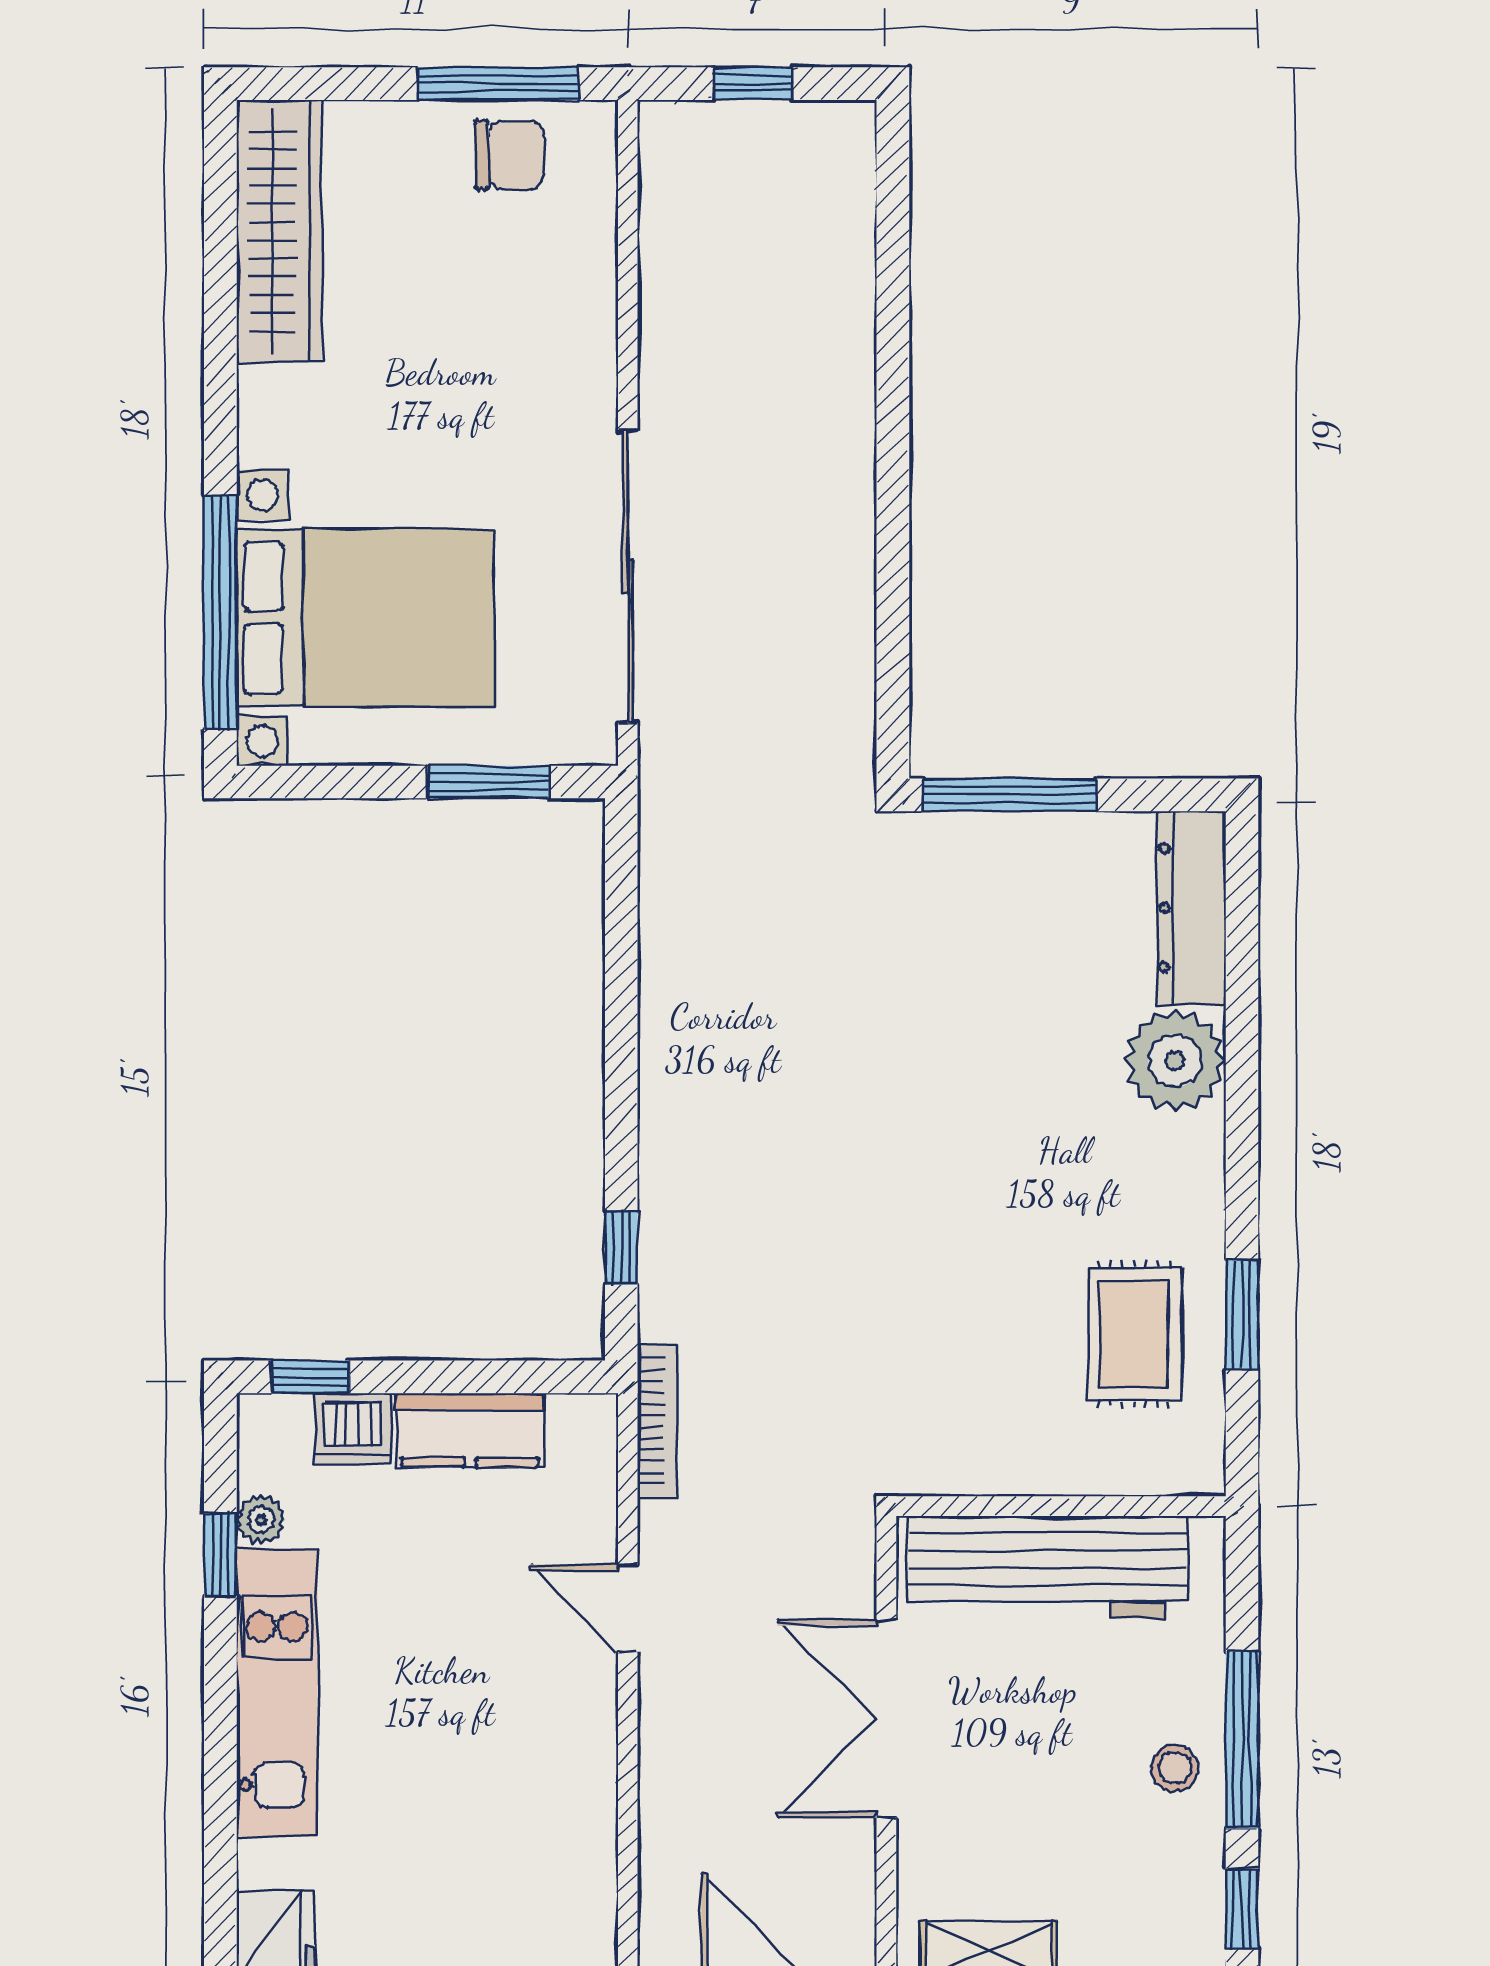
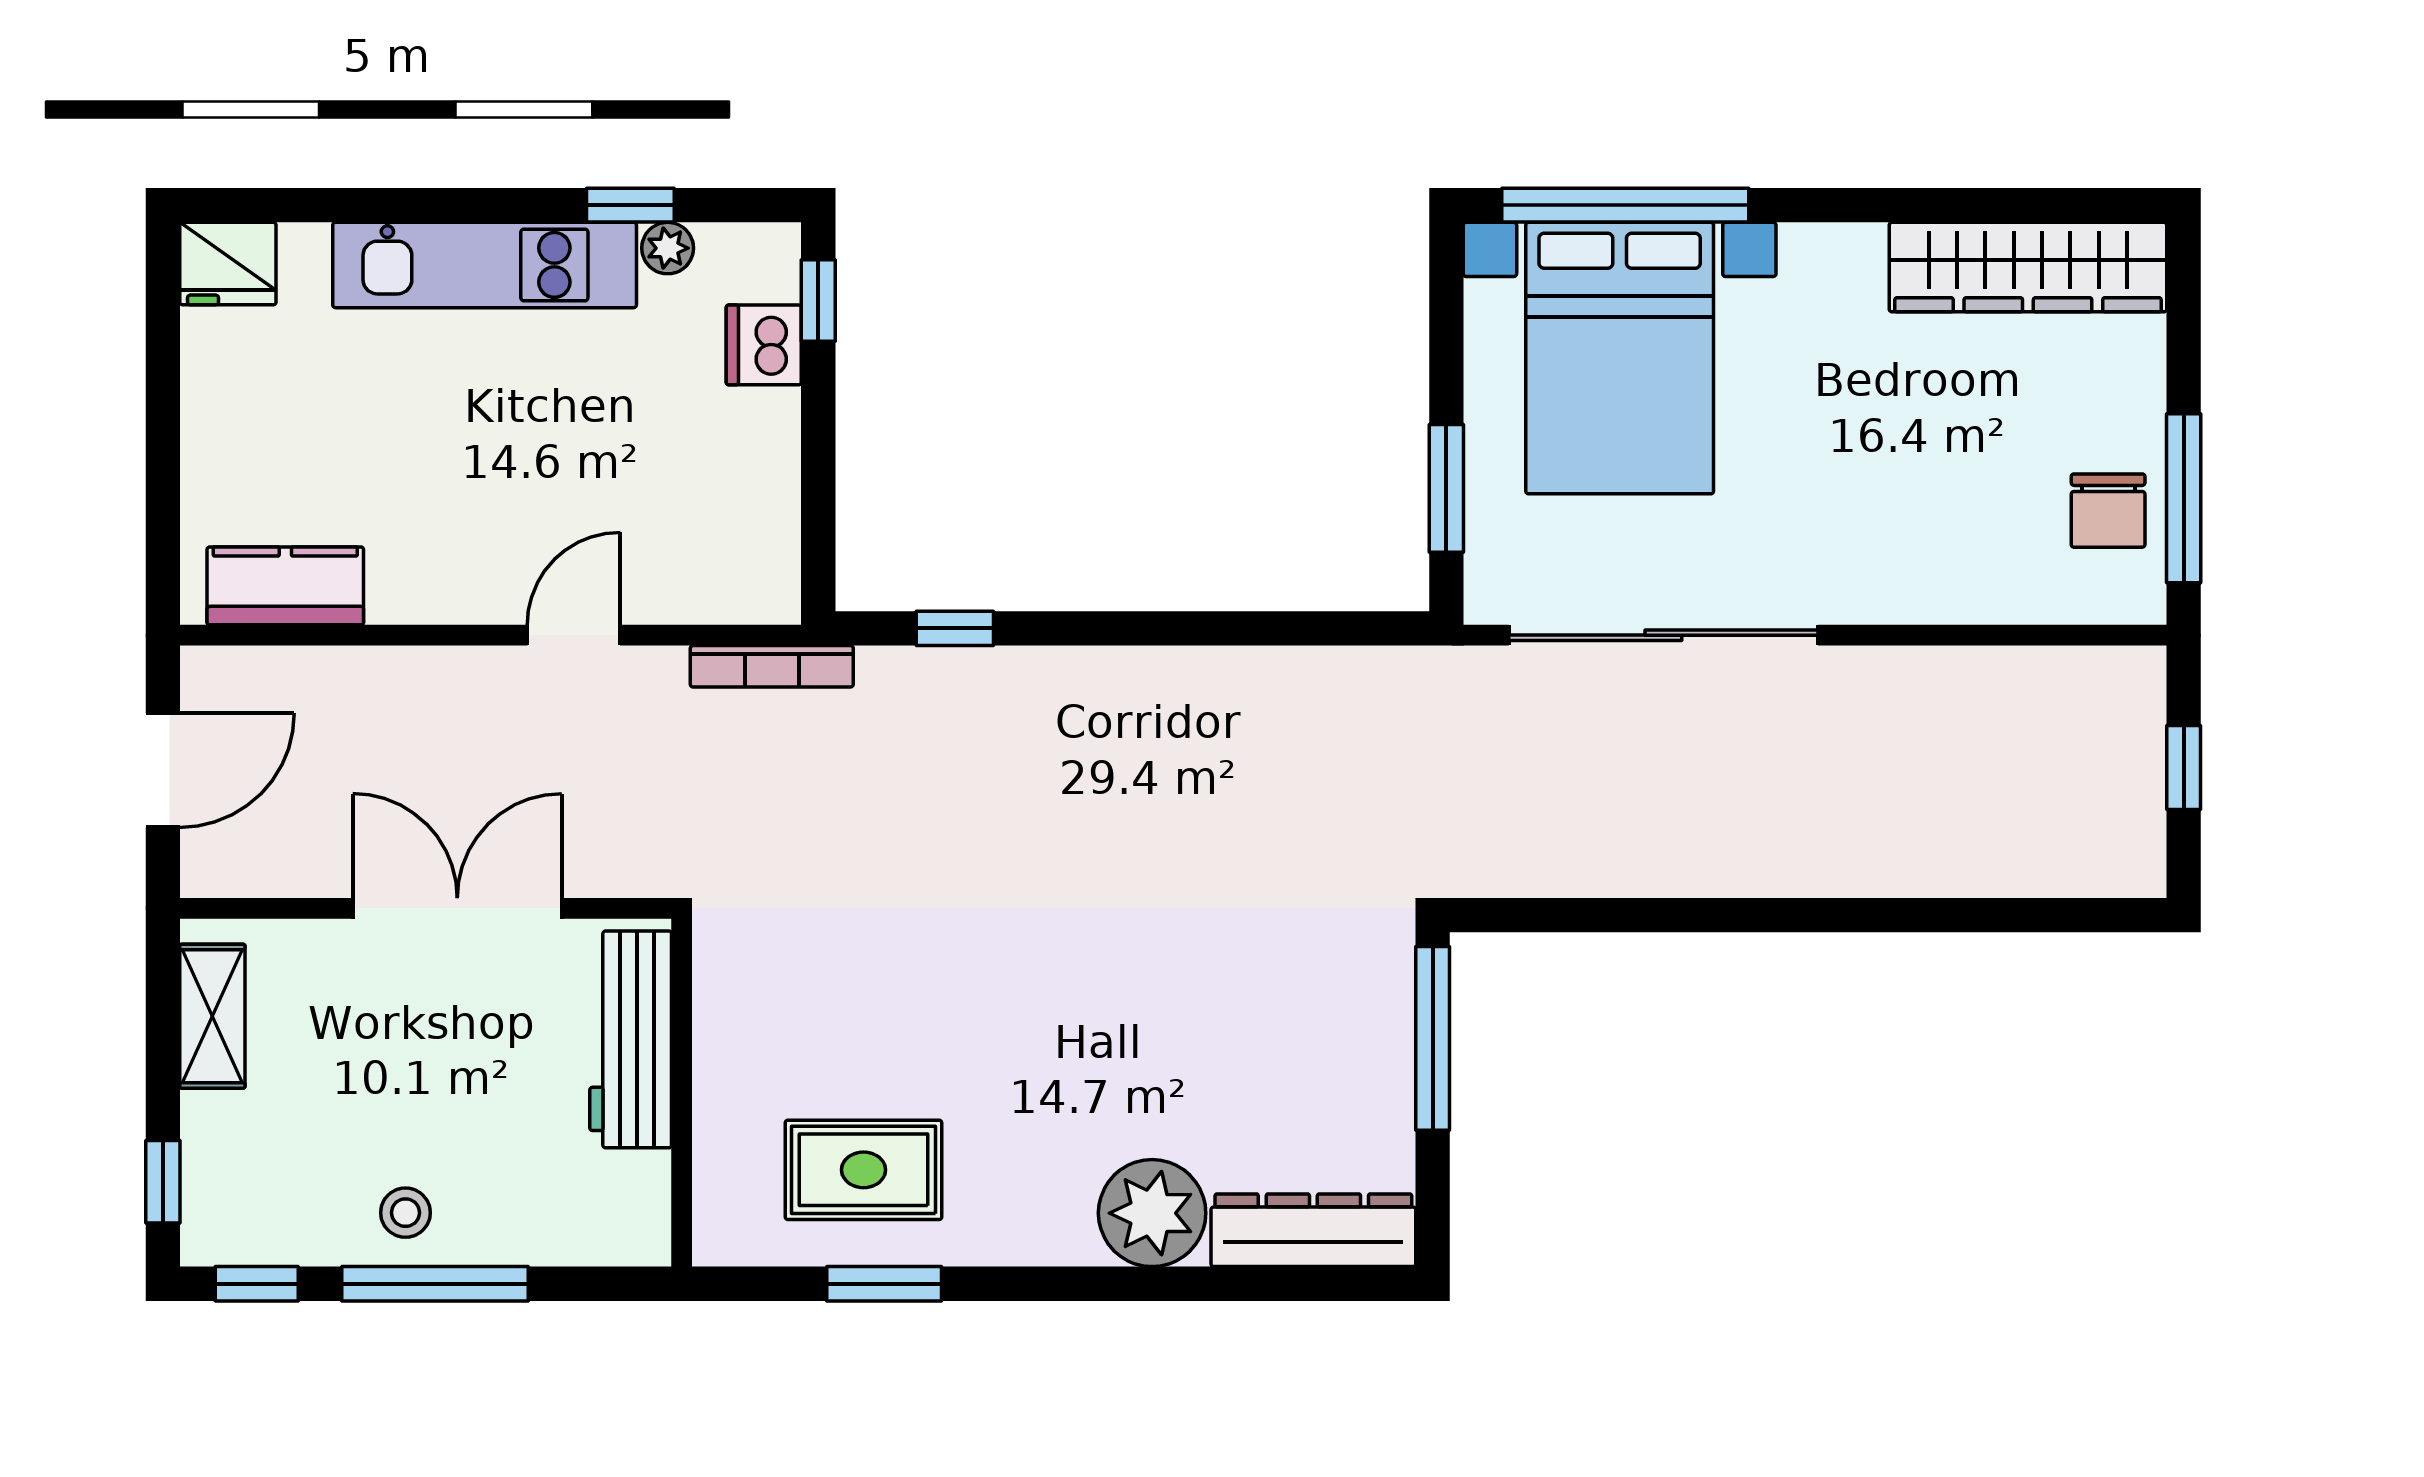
kitchen counter: (470, 1430) -> (285, 586), moved, turned 90
workbench: (1048, 1567) -> (631, 1039), width x0.73, depth x0.76

